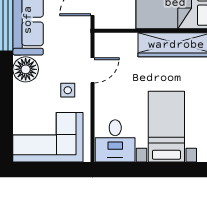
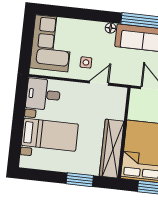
floor lamp: (26, 69) -> (111, 28), width x0.53, depth x0.53
door: (93, 70) -> (99, 83), swing flipped

